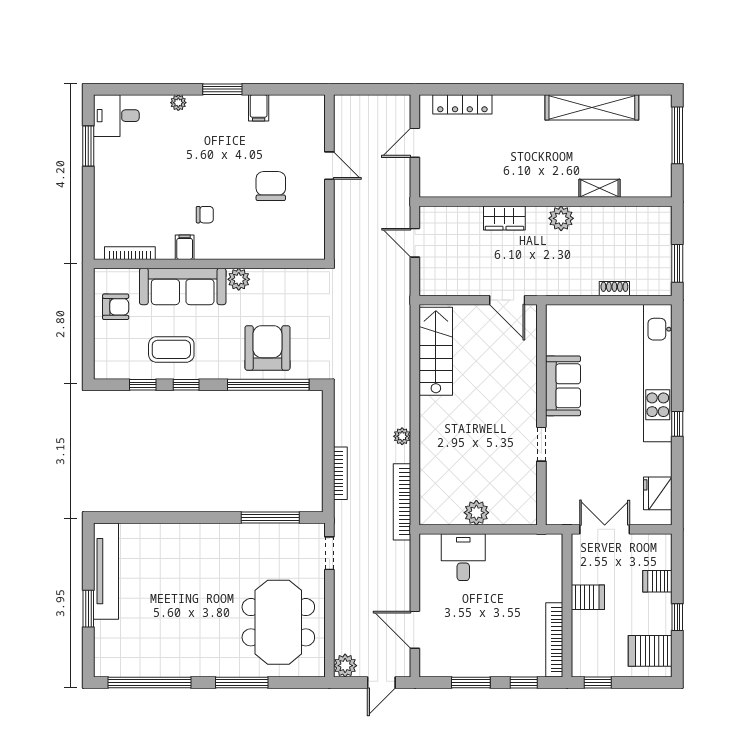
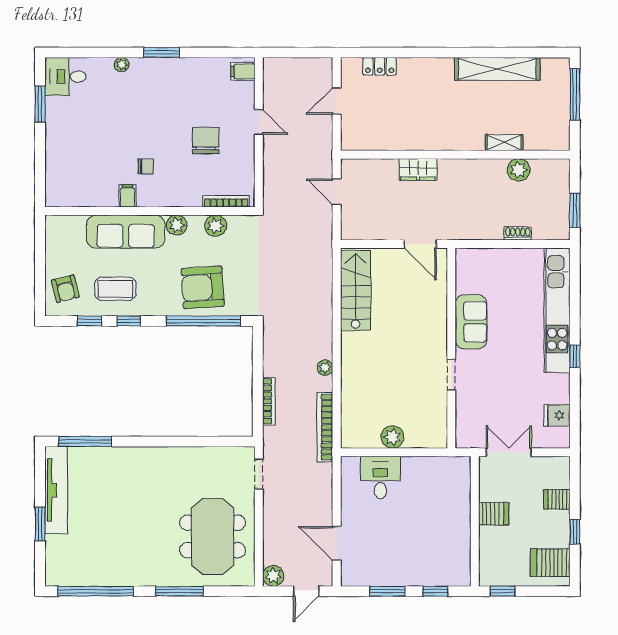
locker: (462, 104) -> (380, 66), width x0.66
filing cabinet: (259, 108) -> (243, 72), moved, turned 90
plant: (561, 218) -> (519, 170), moved
bookcase: (130, 253) -> (226, 201), moved
plant: (282, 280) -> (216, 226), added
armchair: (116, 307) -> (65, 289), moved, turned 76
armchair: (267, 348) -> (203, 287), turned -94
fridge: (658, 493) -> (557, 415), width x0.72
window: (270, 518) -> (85, 441), moved
bookcase: (554, 640) -> (463, 553), removed

